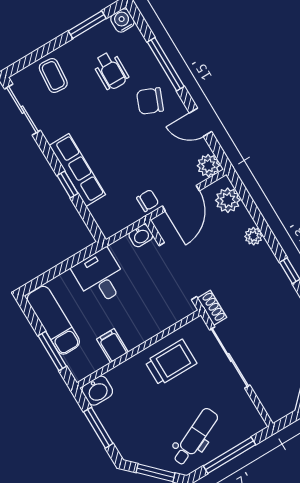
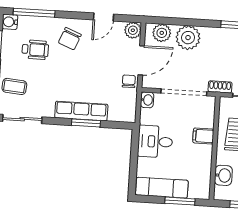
window: (166, 64) -> (34, 13), moved
window: (67, 185) -> (86, 123), width x1.50
door: (181, 198) -> (141, 60), hinge flipped
plant: (253, 236) -> (188, 38), width x1.88, depth x1.88
filing cabinet: (112, 346) -> (203, 136), moved
washbasin: (97, 391) -> (223, 175), moved

